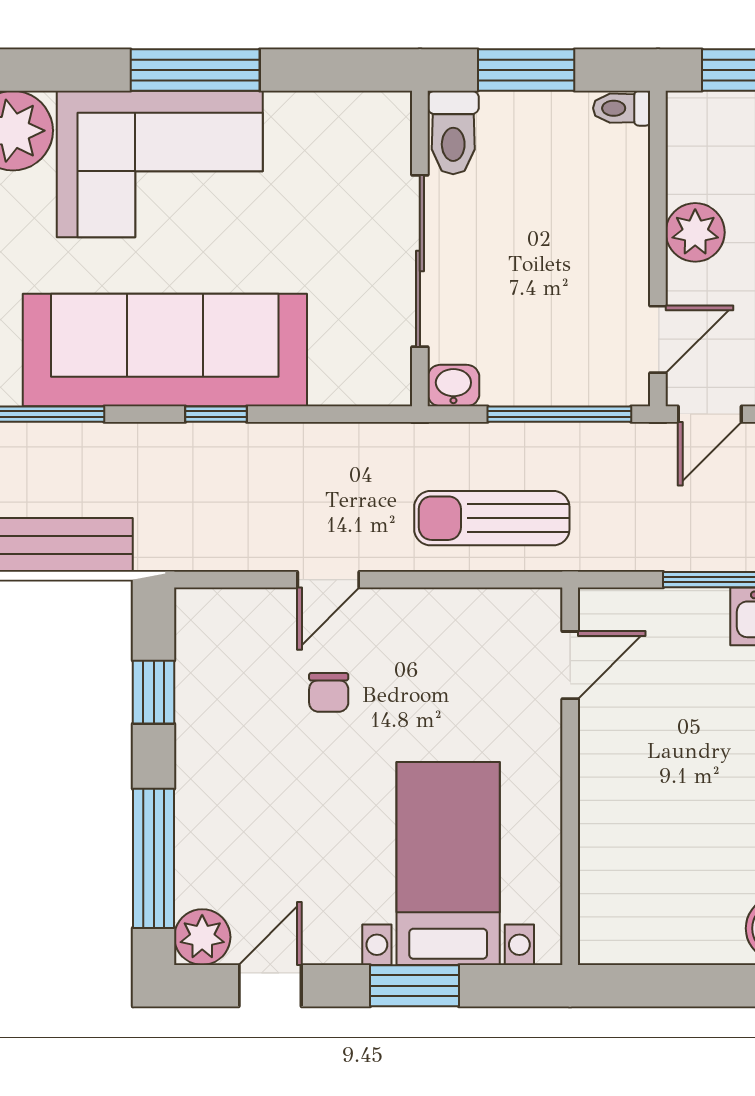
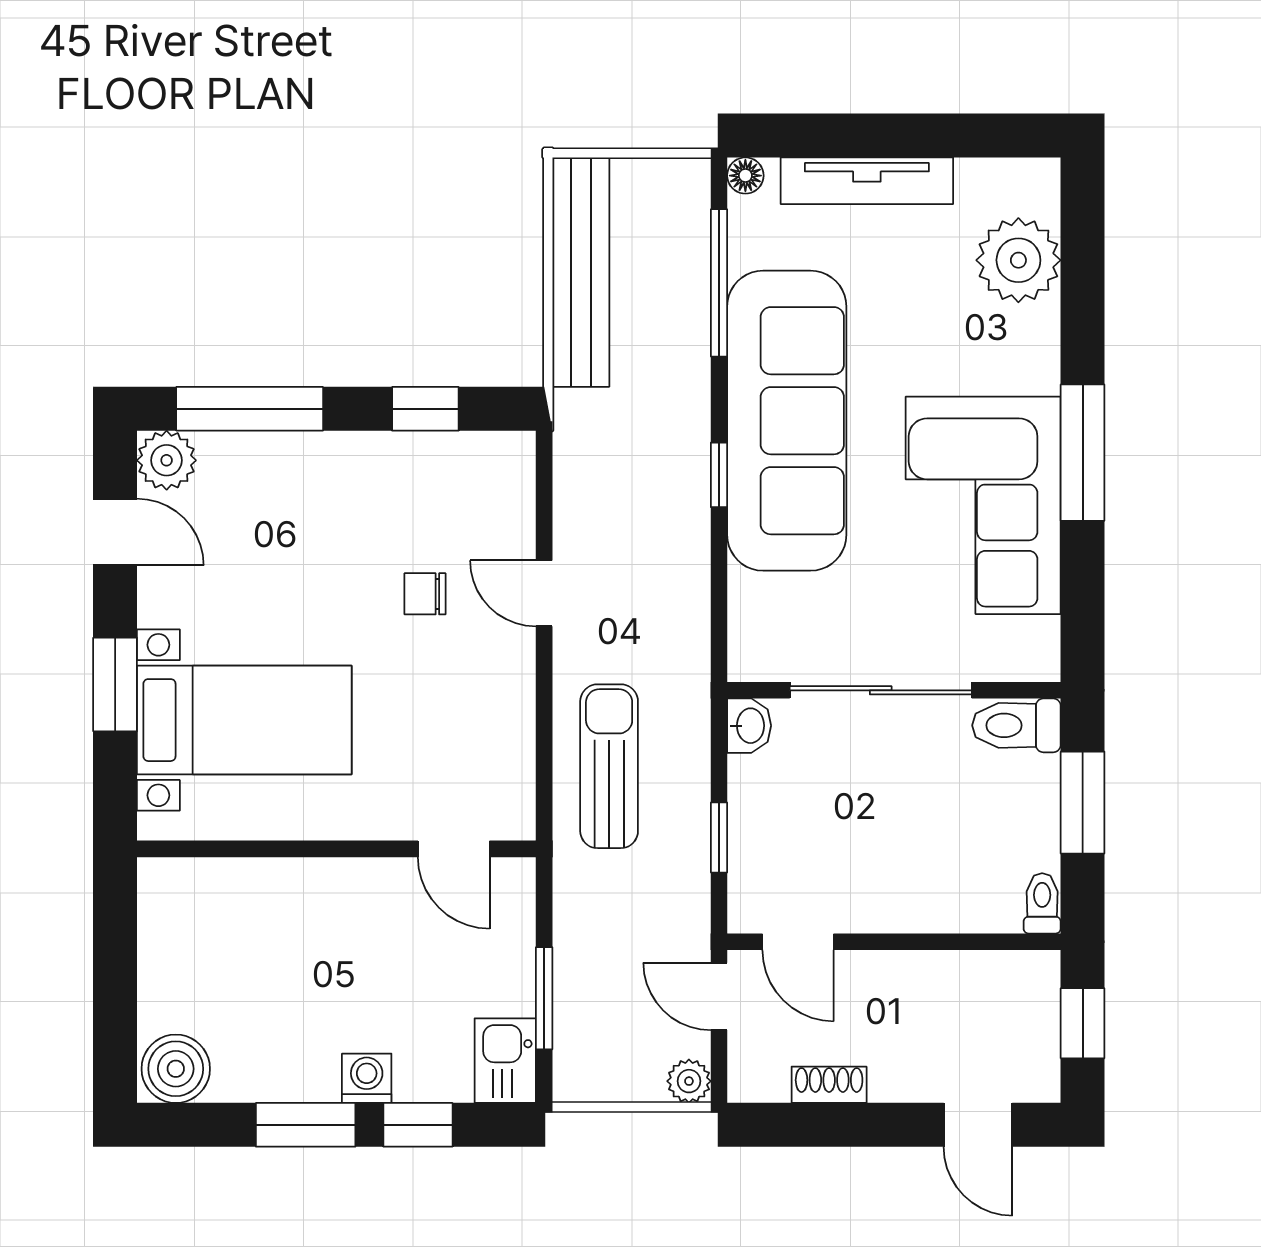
corner sofa: (160, 164) -> (983, 505), moved
plant: (695, 232) -> (911, 981), removed
window: (559, 414) -> (719, 837), width x0.46

